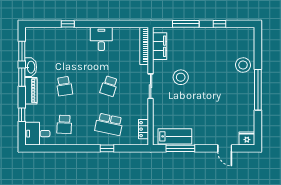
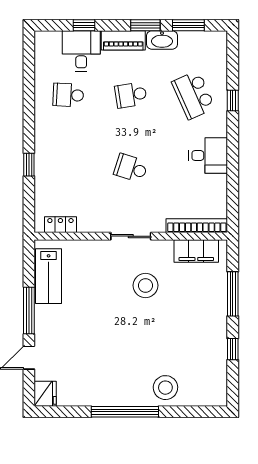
school desk: (109, 124) -> (193, 95), moved, turned -36
desk: (37, 134) -> (81, 51), moved
window: (180, 148) -> (29, 310), moved

